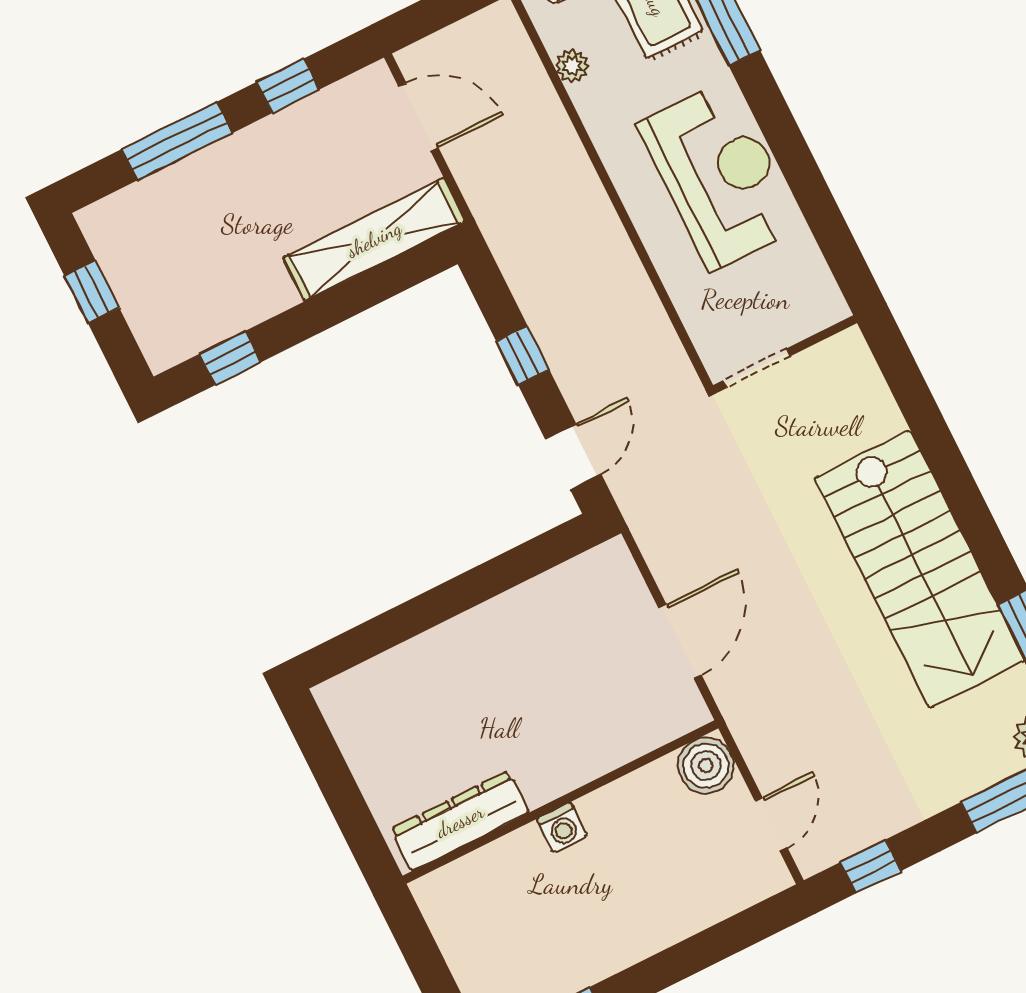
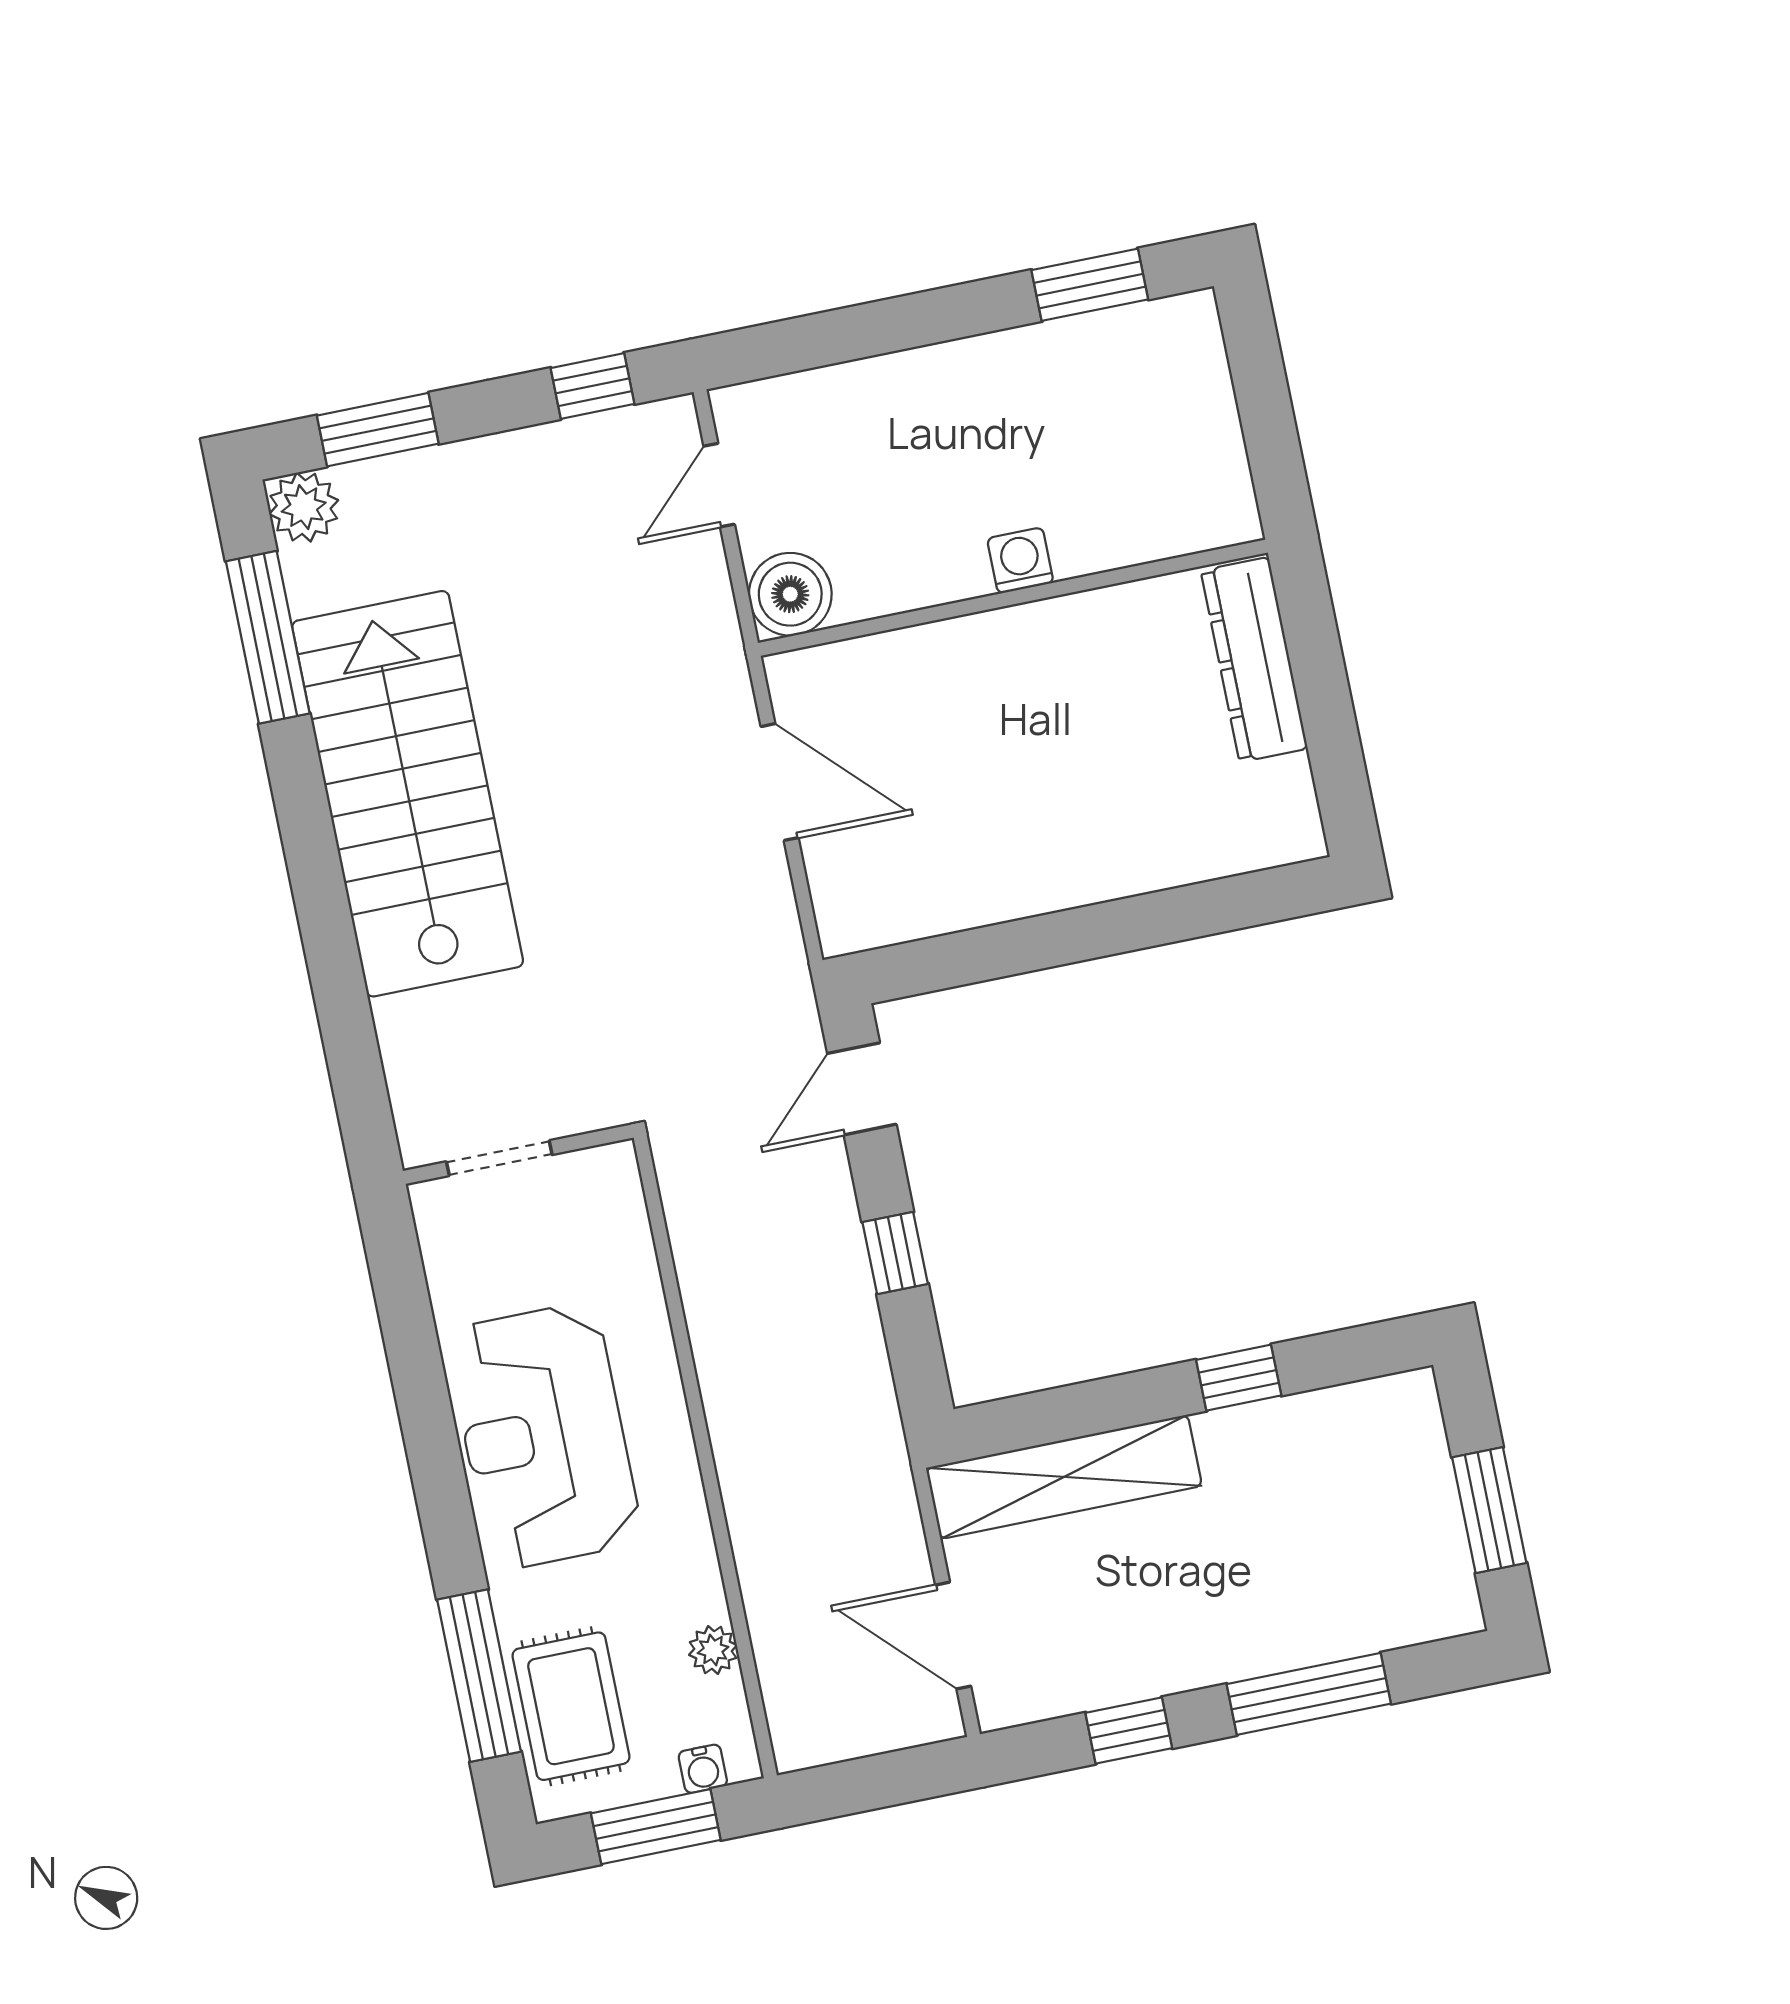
window: (92, 292) -> (1489, 1510), width x1.50
window: (230, 358) -> (1239, 1378), moved
doorway: (757, 368) -> (499, 1158), moved
door: (680, 642) -> (780, 782), swing flipped
dresser: (460, 821) -> (1254, 660), moved, turned 90

